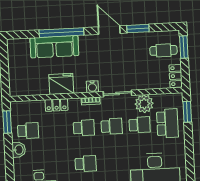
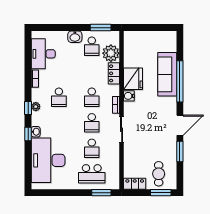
water cooler: (92, 87) -> (129, 96), moved
plant: (144, 104) -> (111, 53), moved

